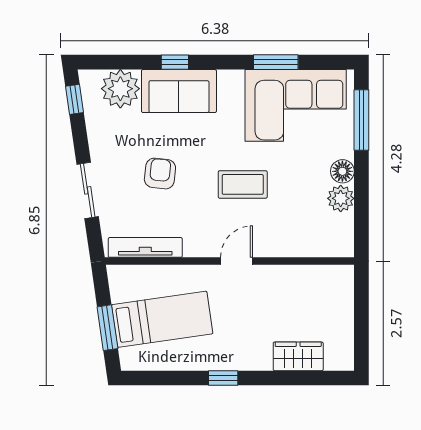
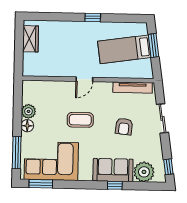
window: (276, 62) -> (41, 184), moved
wardrobe: (298, 356) -> (31, 39), moved, turned -90

